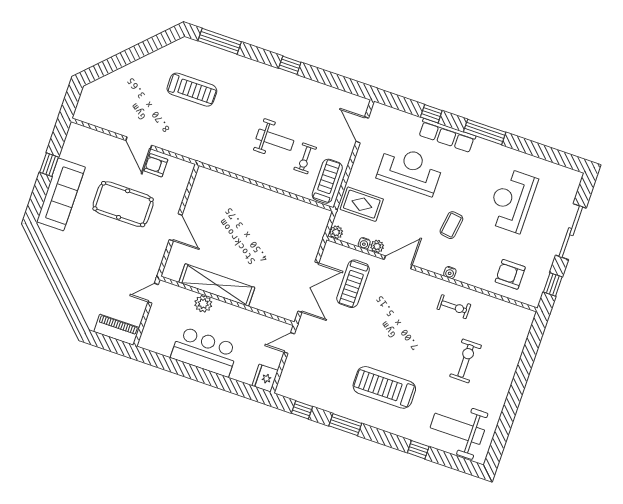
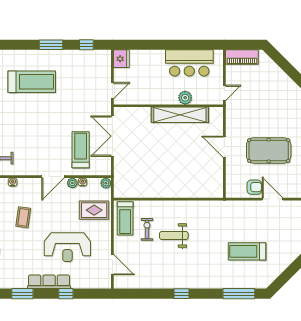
window: (485, 132) -> (22, 294), width x0.69
bar counter: (205, 352) -> (189, 63), moved

